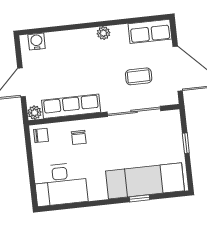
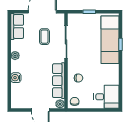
water cooler: (37, 42) -> (16, 78), moved
desk: (61, 184) -> (106, 97), width x0.73

